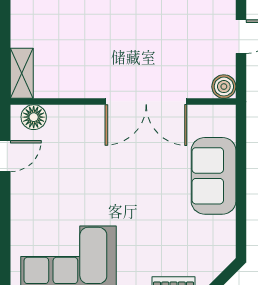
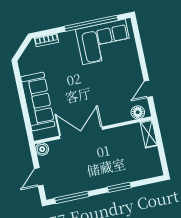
sofa: (214, 176) -> (38, 102), width x1.36

